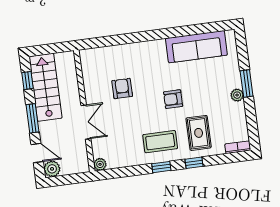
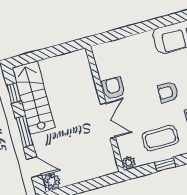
wall: (84, 111) -> (105, 109), moved
double door: (86, 122) -> (108, 121), moved
plant: (100, 164) -> (129, 163), moved

